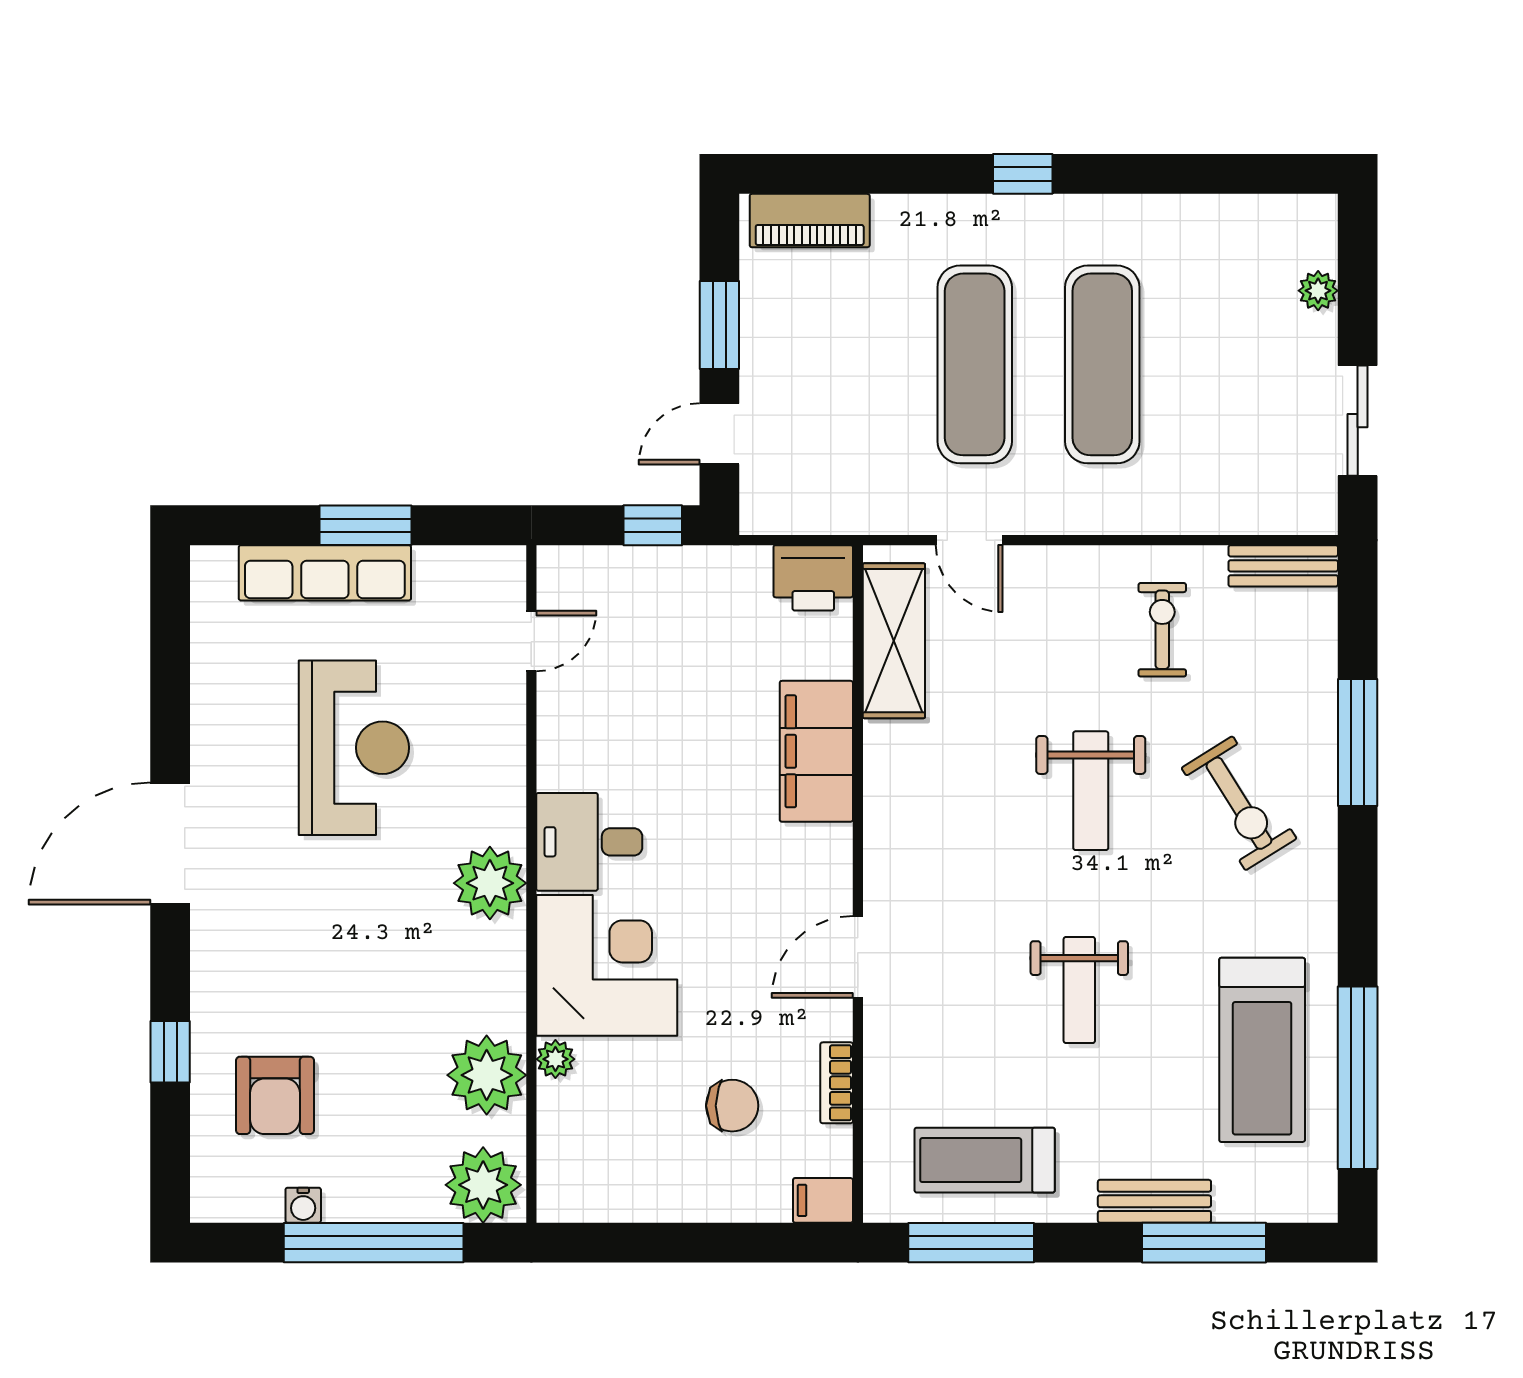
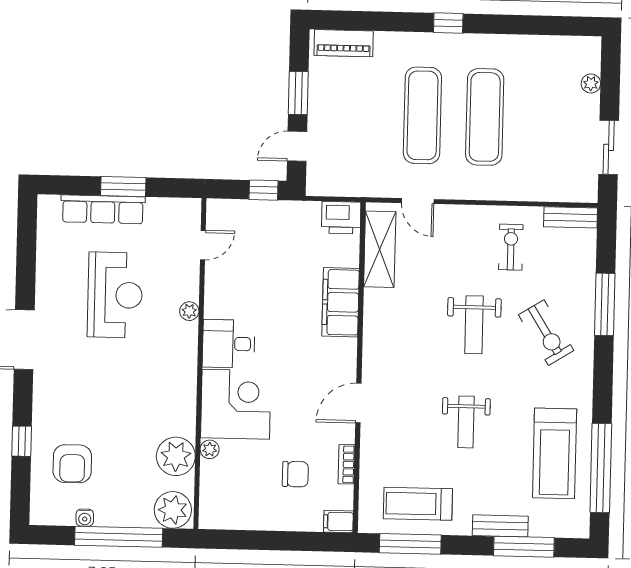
plant: (490, 883) -> (189, 311), moved, width x0.53, depth x0.53

